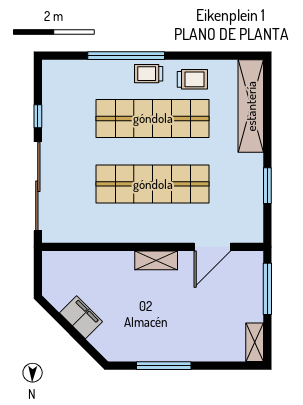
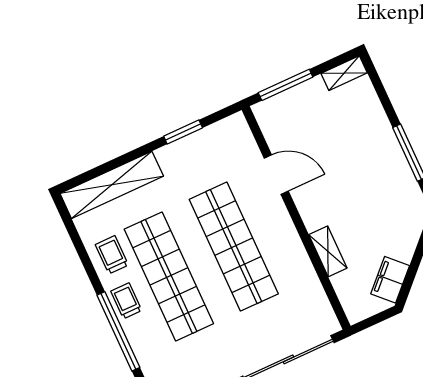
trolley: (149, 74) -> (126, 301), turned 180
door: (212, 247) -> (276, 175), moved
shelving: (156, 260) -> (328, 251), moved
filing cabinet: (81, 317) -> (390, 280), moved

